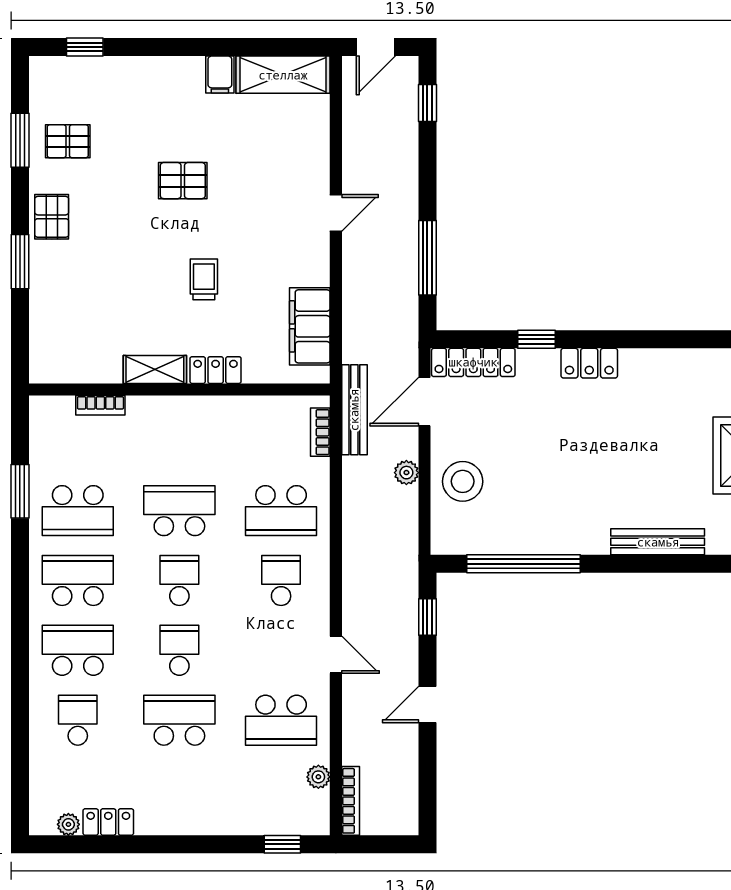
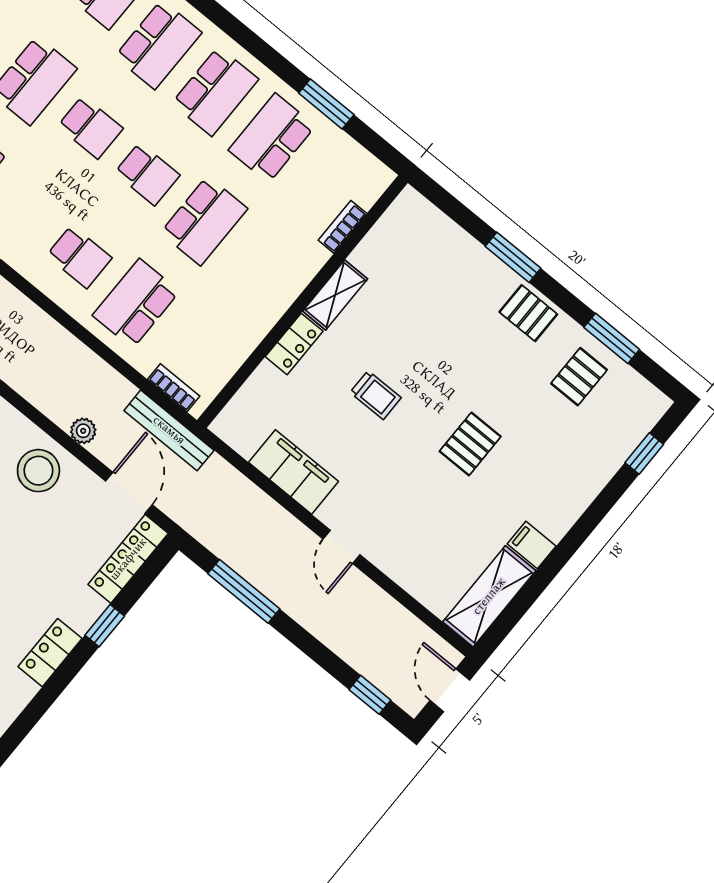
filing cabinet: (310, 326) -> (293, 472), moved

